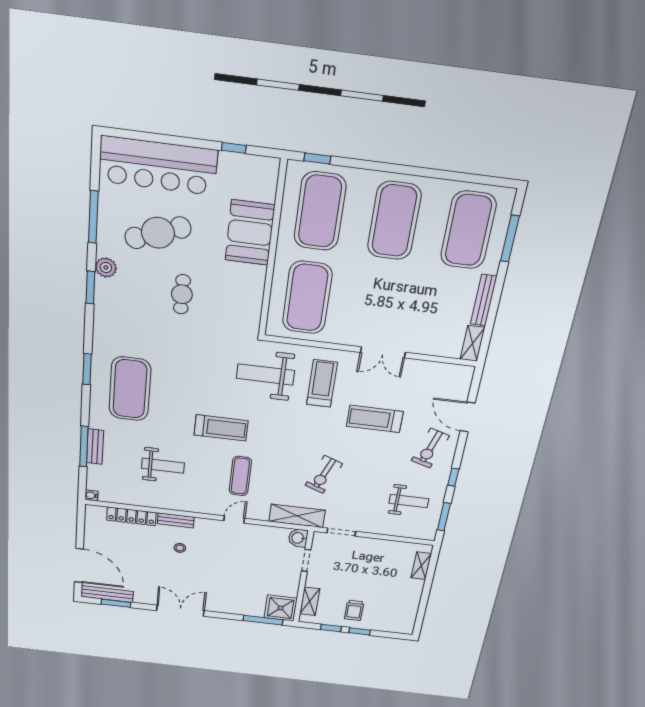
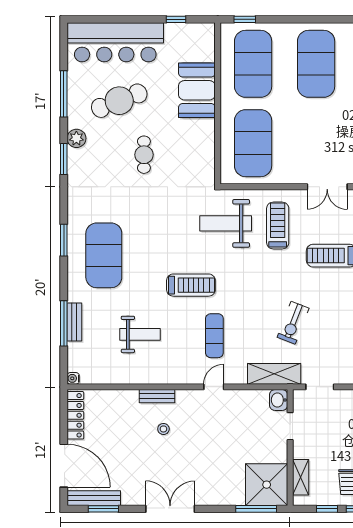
locker: (131, 516) -> (75, 415), moved, turned -90
shower: (281, 608) -> (267, 485), width x1.37, depth x1.37

